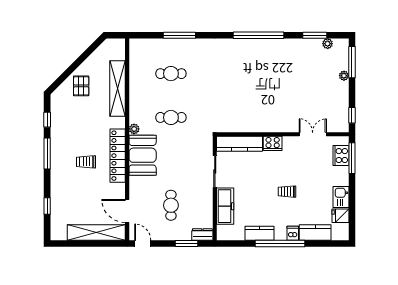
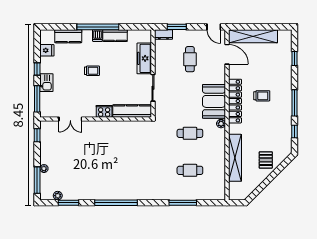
cooker: (341, 156) -> (46, 101), removed
window: (352, 194) -> (37, 69), added
kitchen sink: (341, 197) -> (46, 83), moved
dishwasher: (293, 233) -> (97, 36), moved

